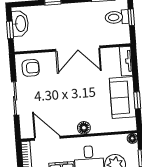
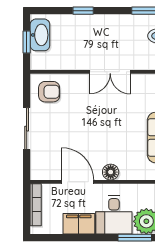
double door: (78, 49) -> (110, 72), width x0.73
door: (47, 138) -> (78, 182), moved

